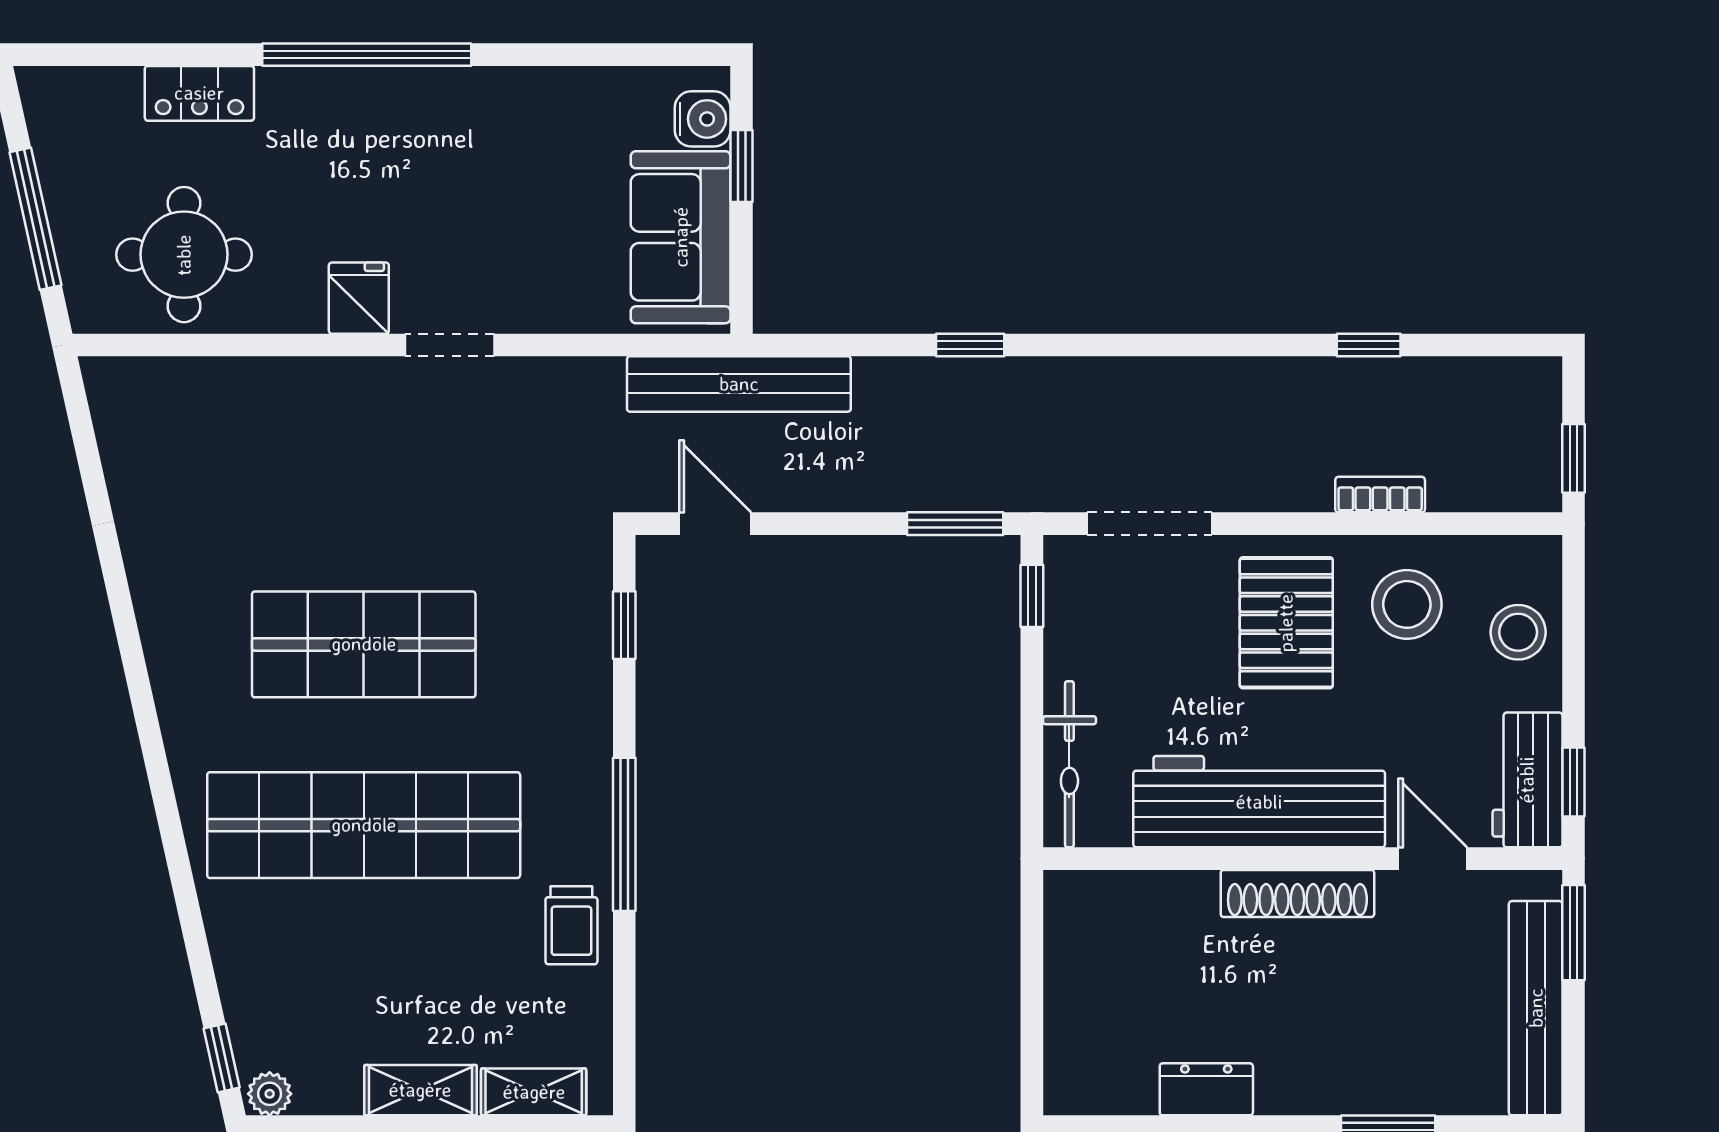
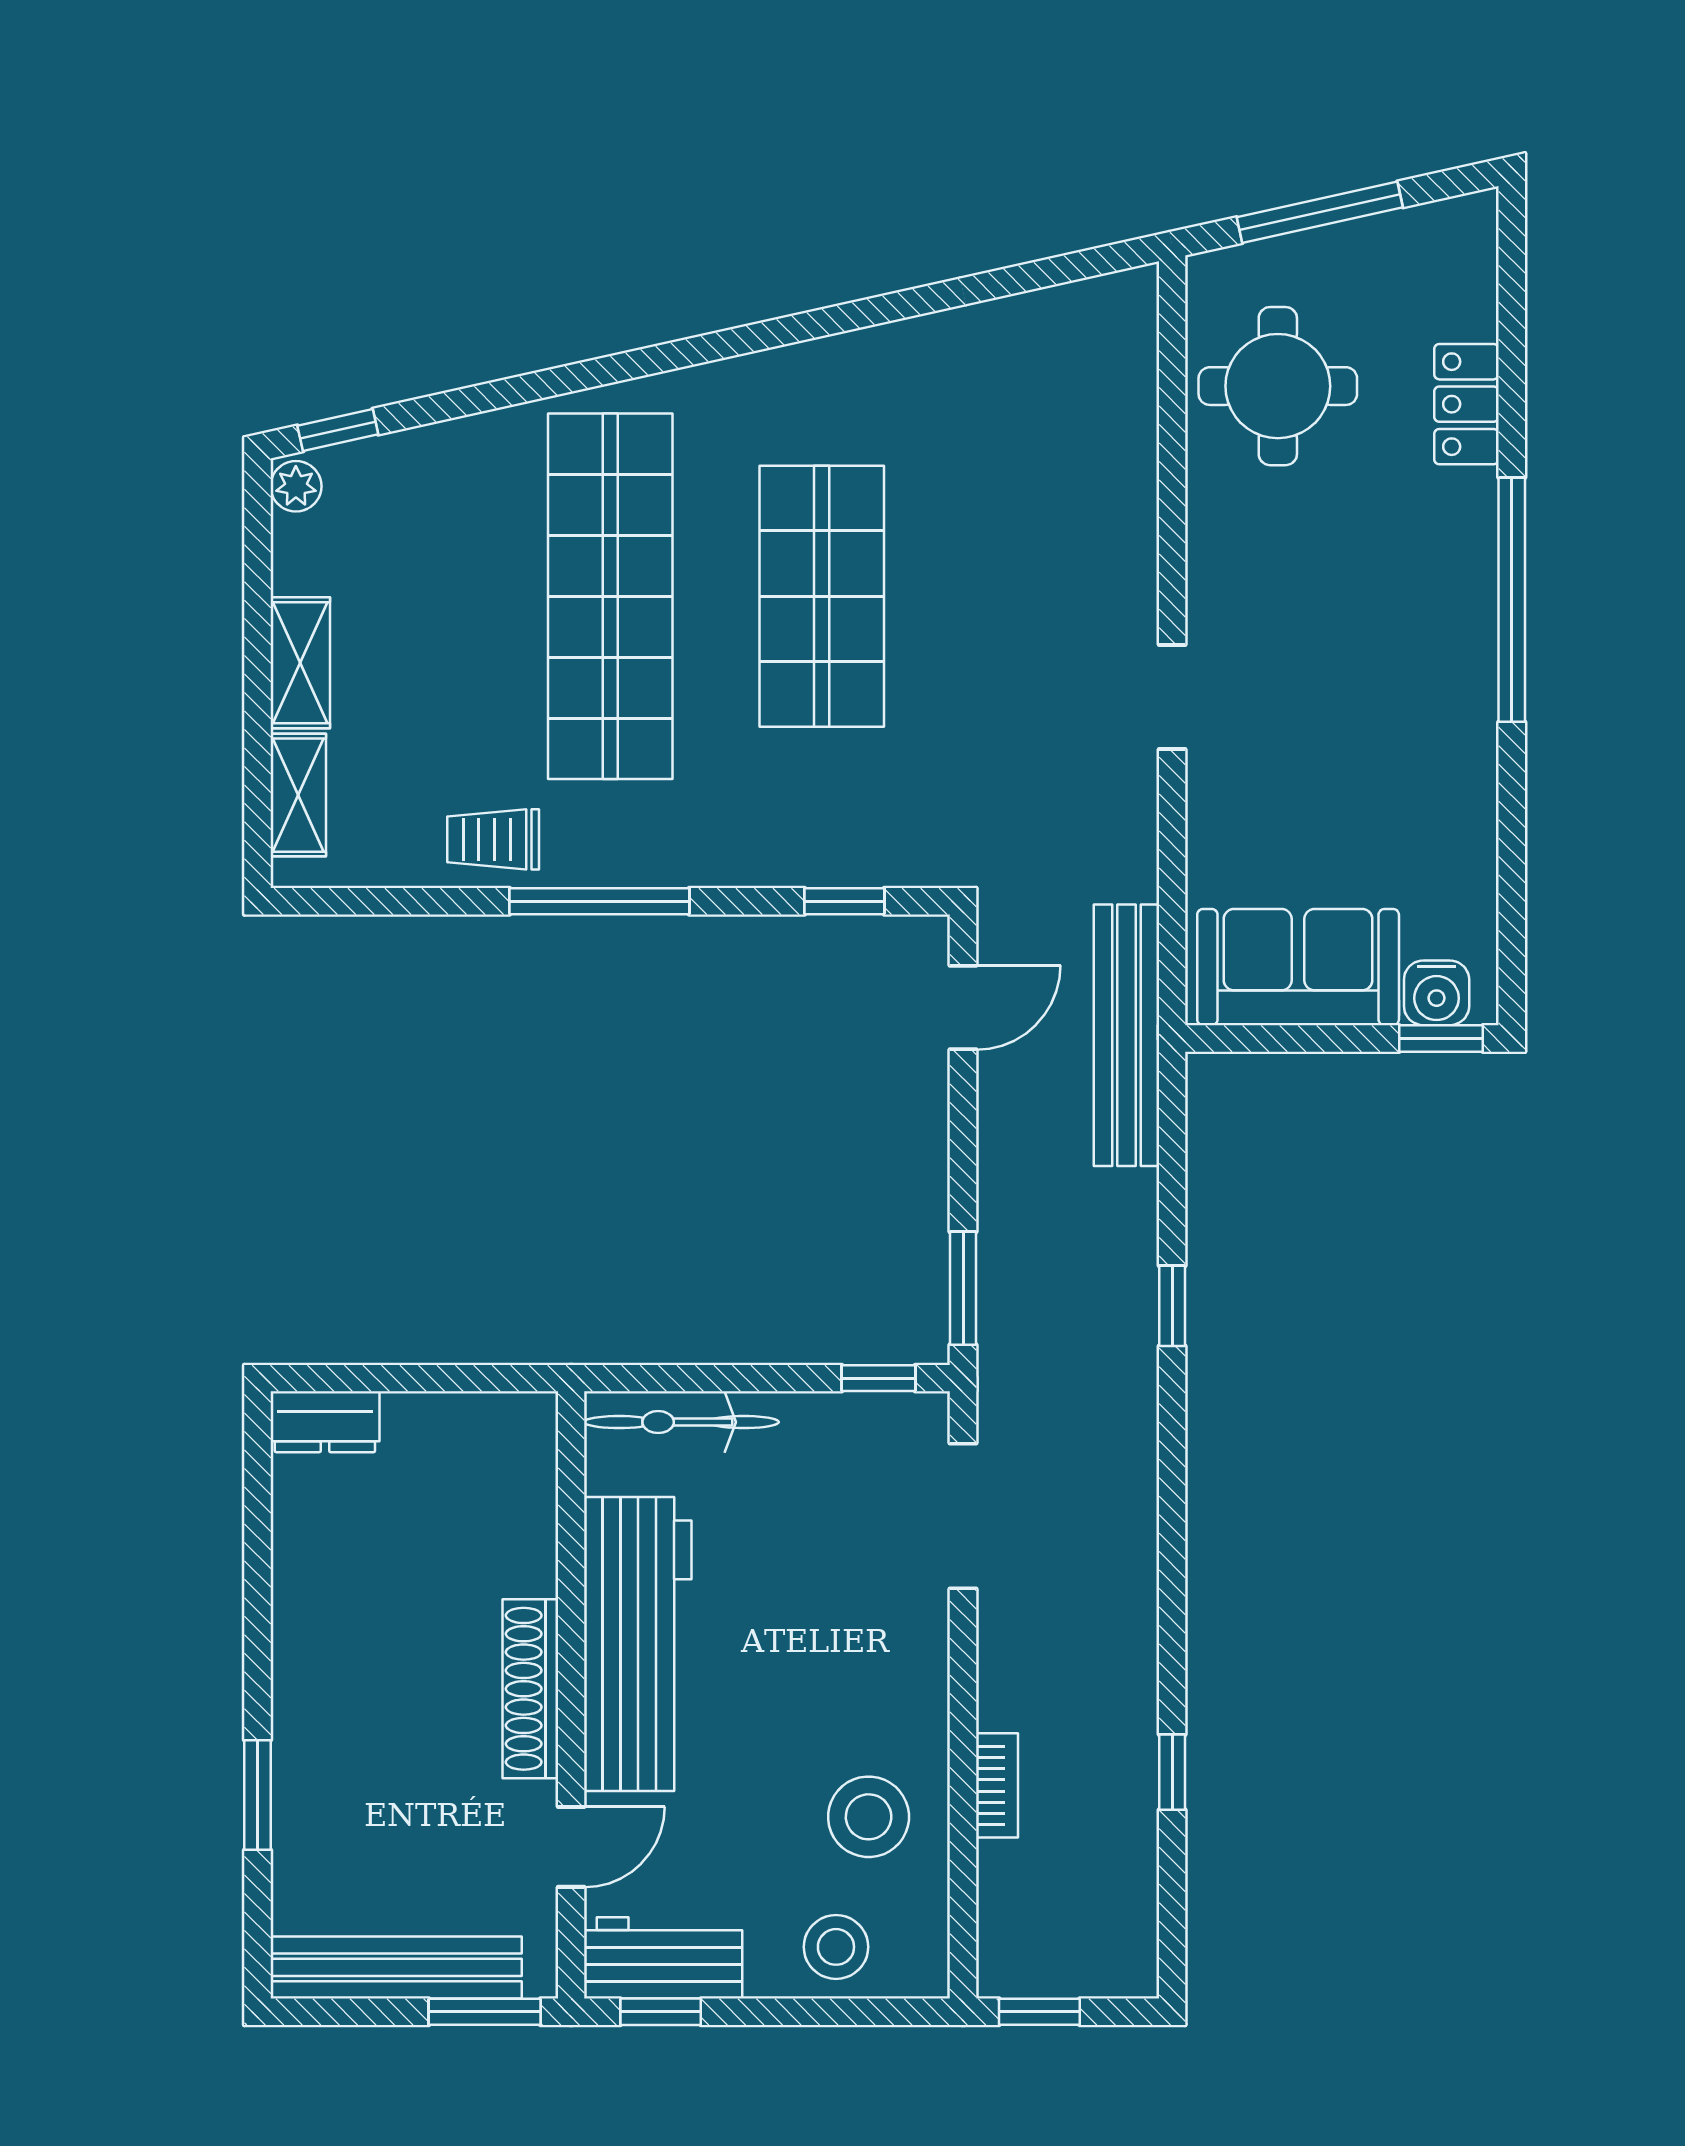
window: (742, 166) -> (1441, 1038), moved
fridge: (359, 298) -> (1227, 591), removed
pallet: (1286, 623) -> (847, 1676), removed
dresser: (1206, 1089) -> (325, 1422), moved, turned 90

